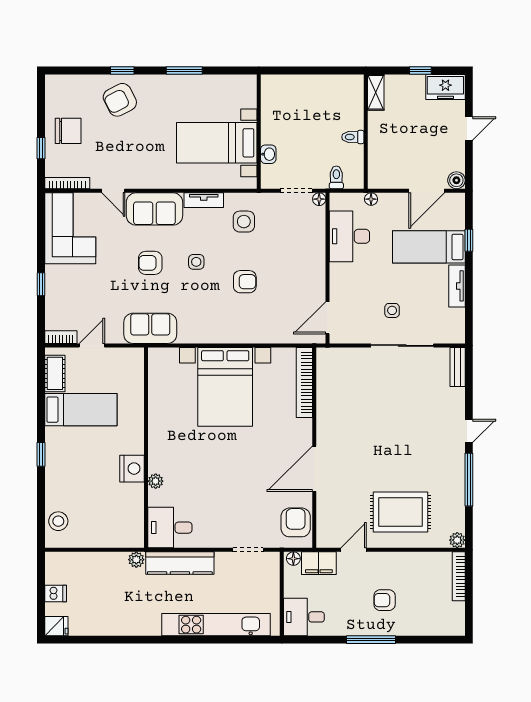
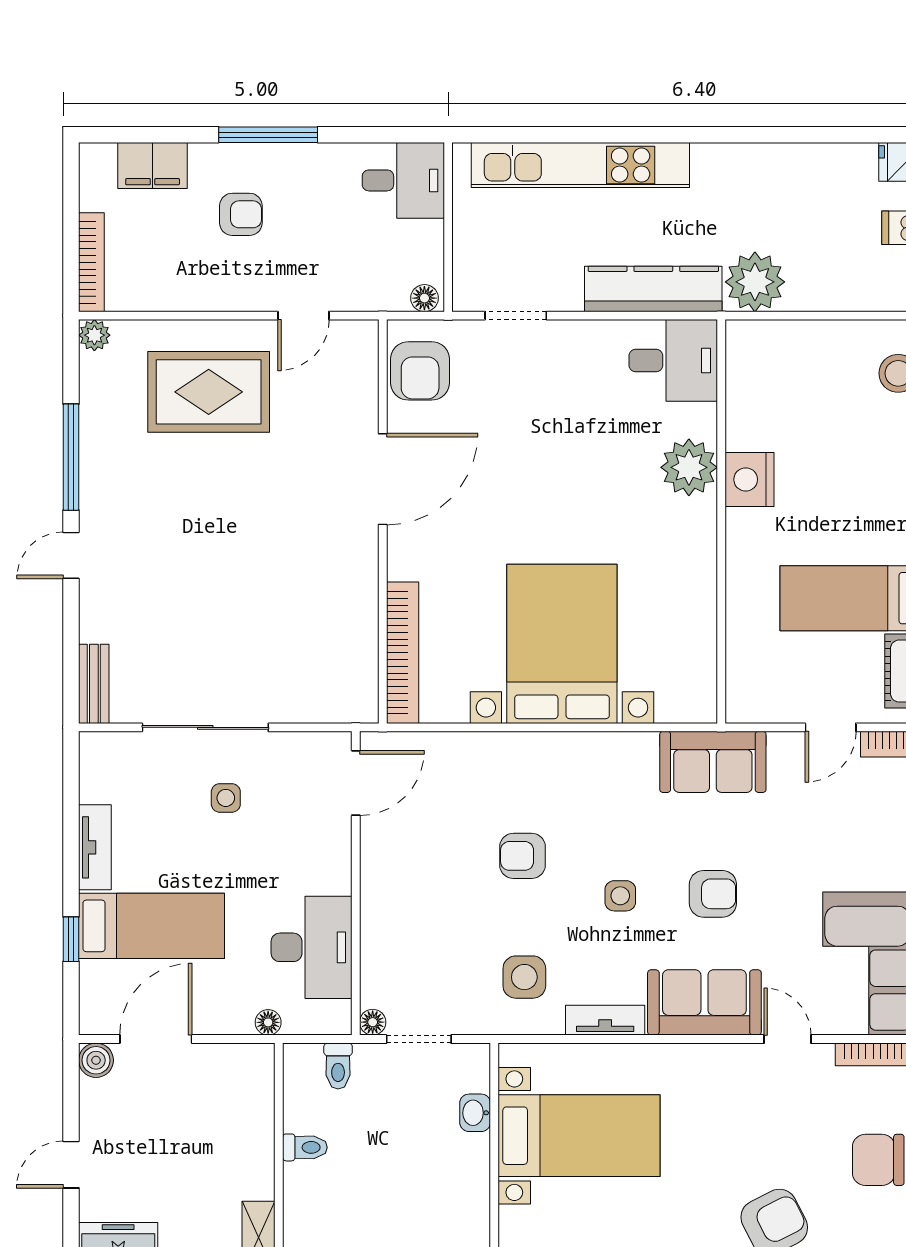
plant: (156, 481) -> (689, 467), width x1.88, depth x1.88
plant: (136, 560) -> (755, 282), width x1.88, depth x1.88
filing cabinet: (319, 563) -> (153, 166), moved, turned 180

